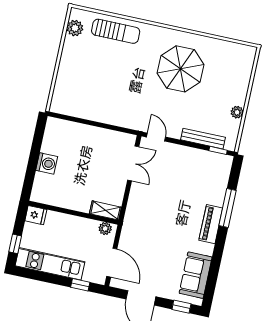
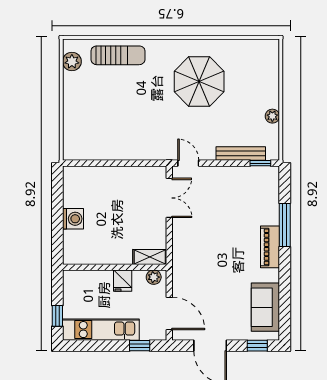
fridge: (36, 215) -> (123, 281), moved, turned 90

